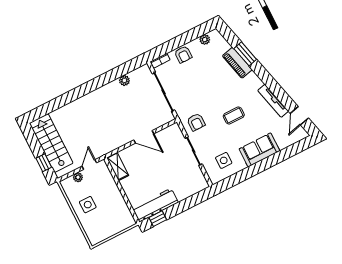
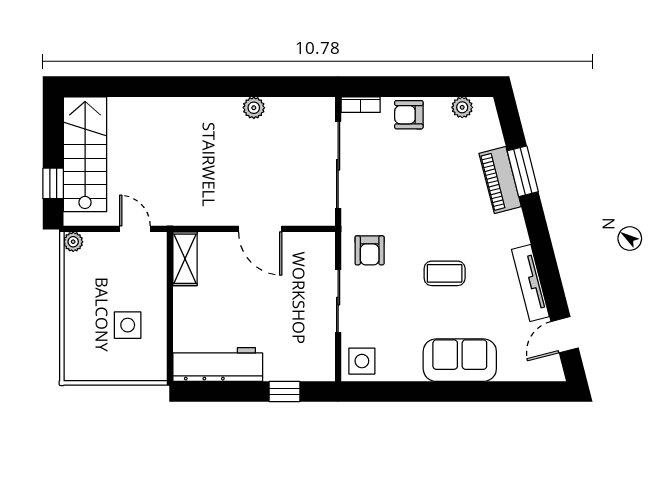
armchair: (183, 54) -> (409, 115), turned 90
plant: (124, 80) -> (254, 108), moved
side table: (224, 160) -> (362, 361), moved
door: (89, 164) -> (135, 229), hinge flipped
plant: (78, 177) -> (73, 242), moved
side table: (88, 205) -> (128, 325), moved
window: (158, 219) -> (284, 391), moved

